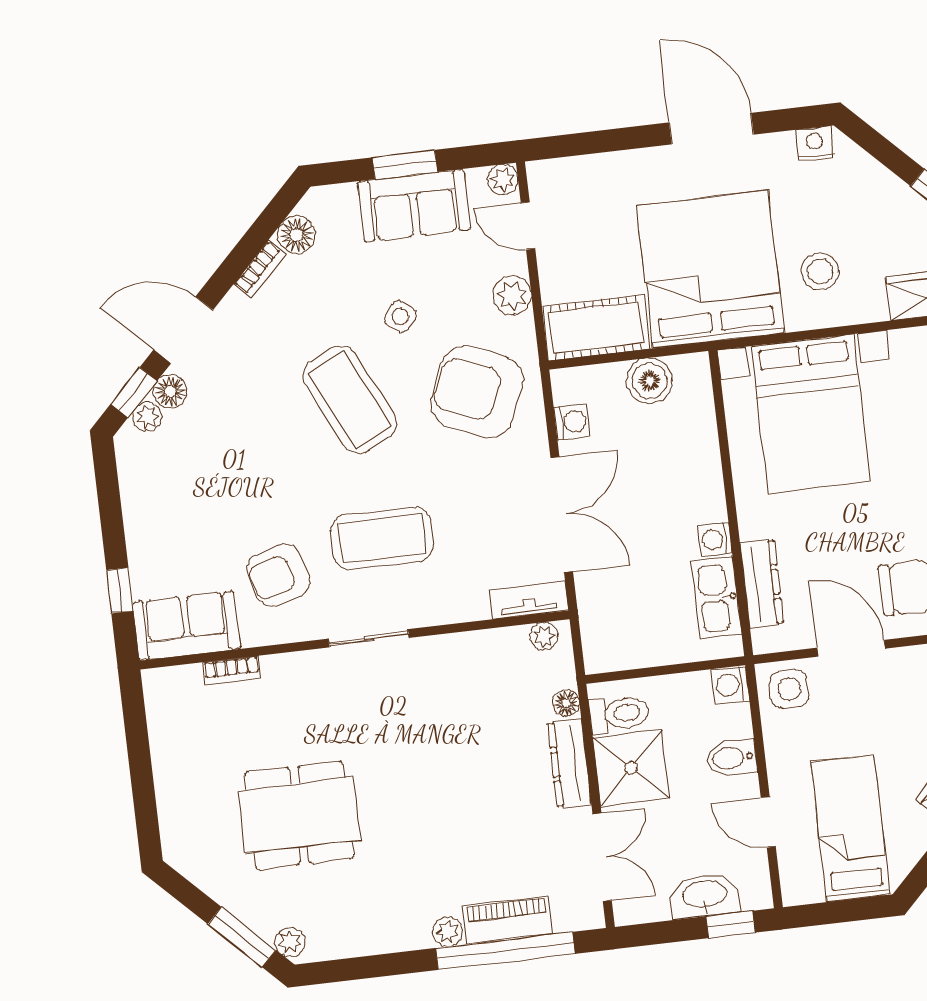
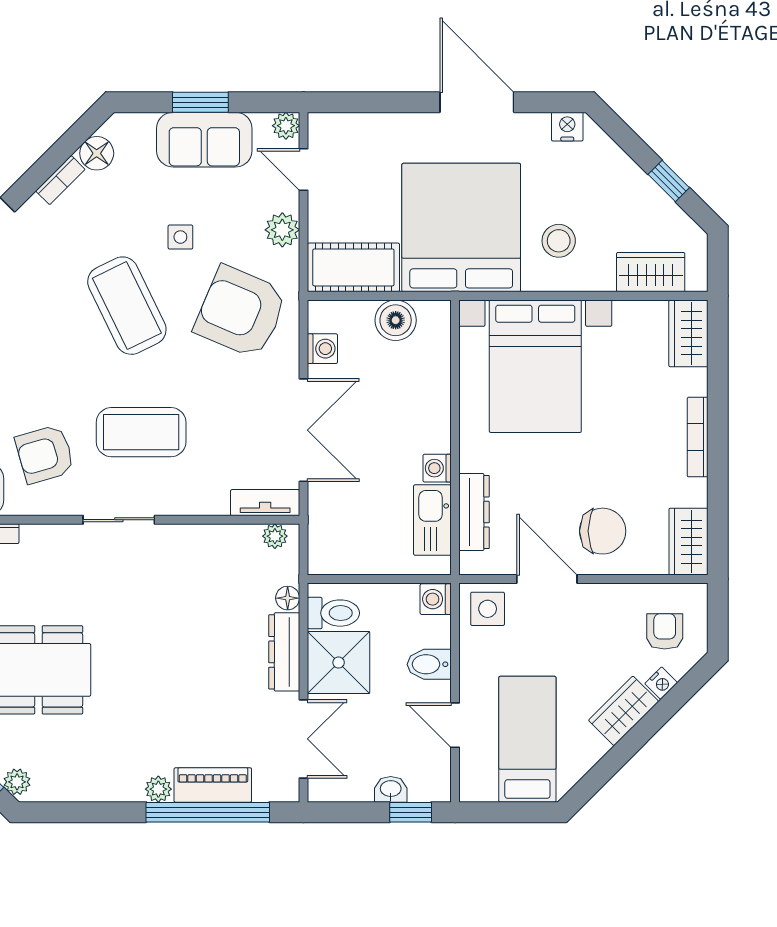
side table: (400, 317) -> (180, 237), turned -38
washbasin: (705, 895) -> (391, 789), width x0.52, depth x0.69

